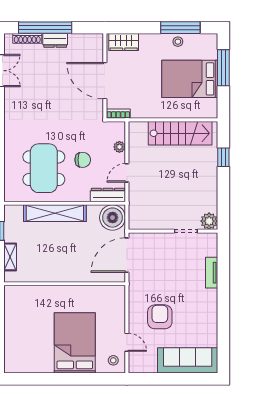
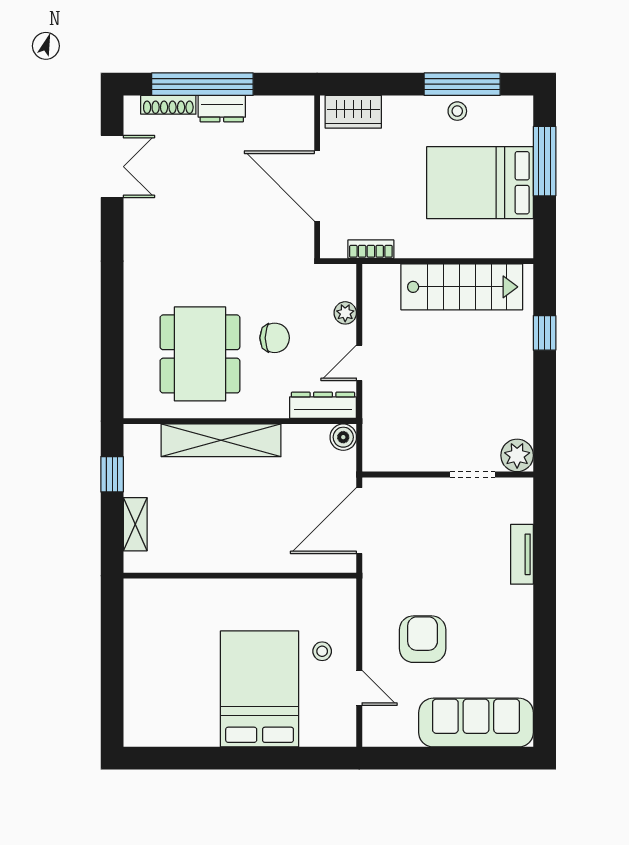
bookcase: (118, 114) -> (371, 249), moved
boiler: (113, 218) -> (343, 437), width x0.54, depth x0.54
stool: (113, 360) -> (322, 651), moved

